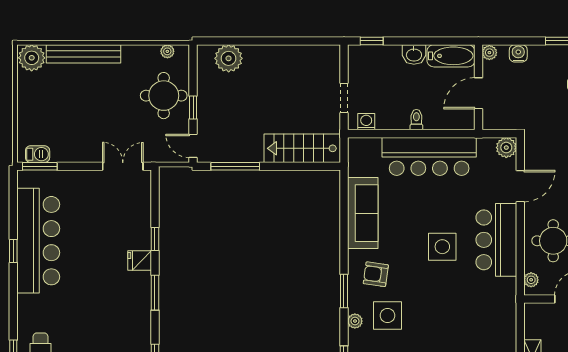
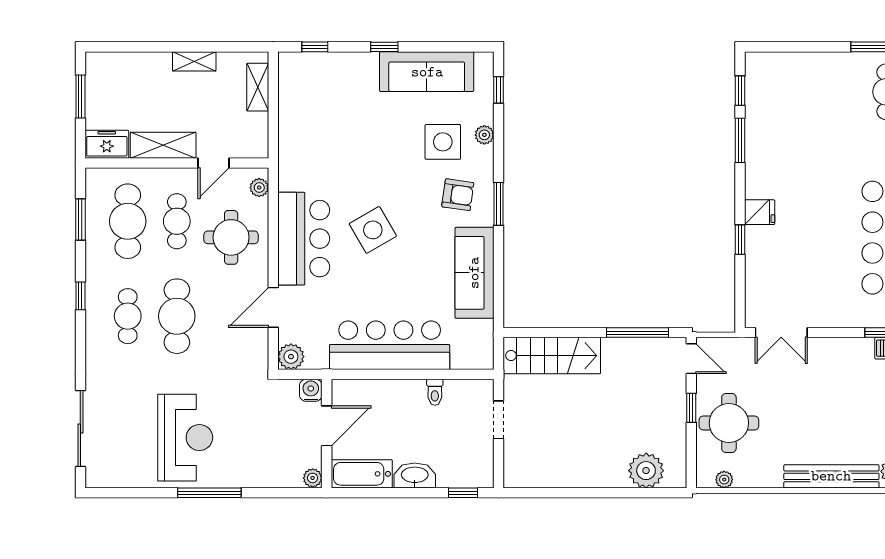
water cooler: (518, 53) -> (311, 390), moved, turned 180
washbasin: (414, 54) -> (415, 476), width x1.38
toilet: (416, 120) -> (435, 392), moved
washing machine: (366, 122) -> (470, 390), removed
side table: (442, 247) -> (373, 230), turned -30
window: (344, 291) -> (499, 204), moved
window: (155, 293) -> (740, 140), moved

